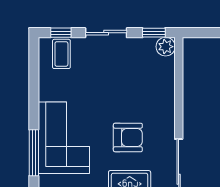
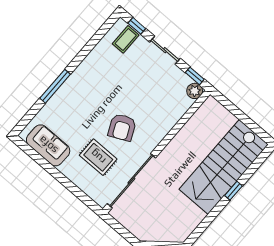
armchair: (128, 137) -> (122, 127), turned 65
corner sofa: (64, 138) -> (82, 93), removed

